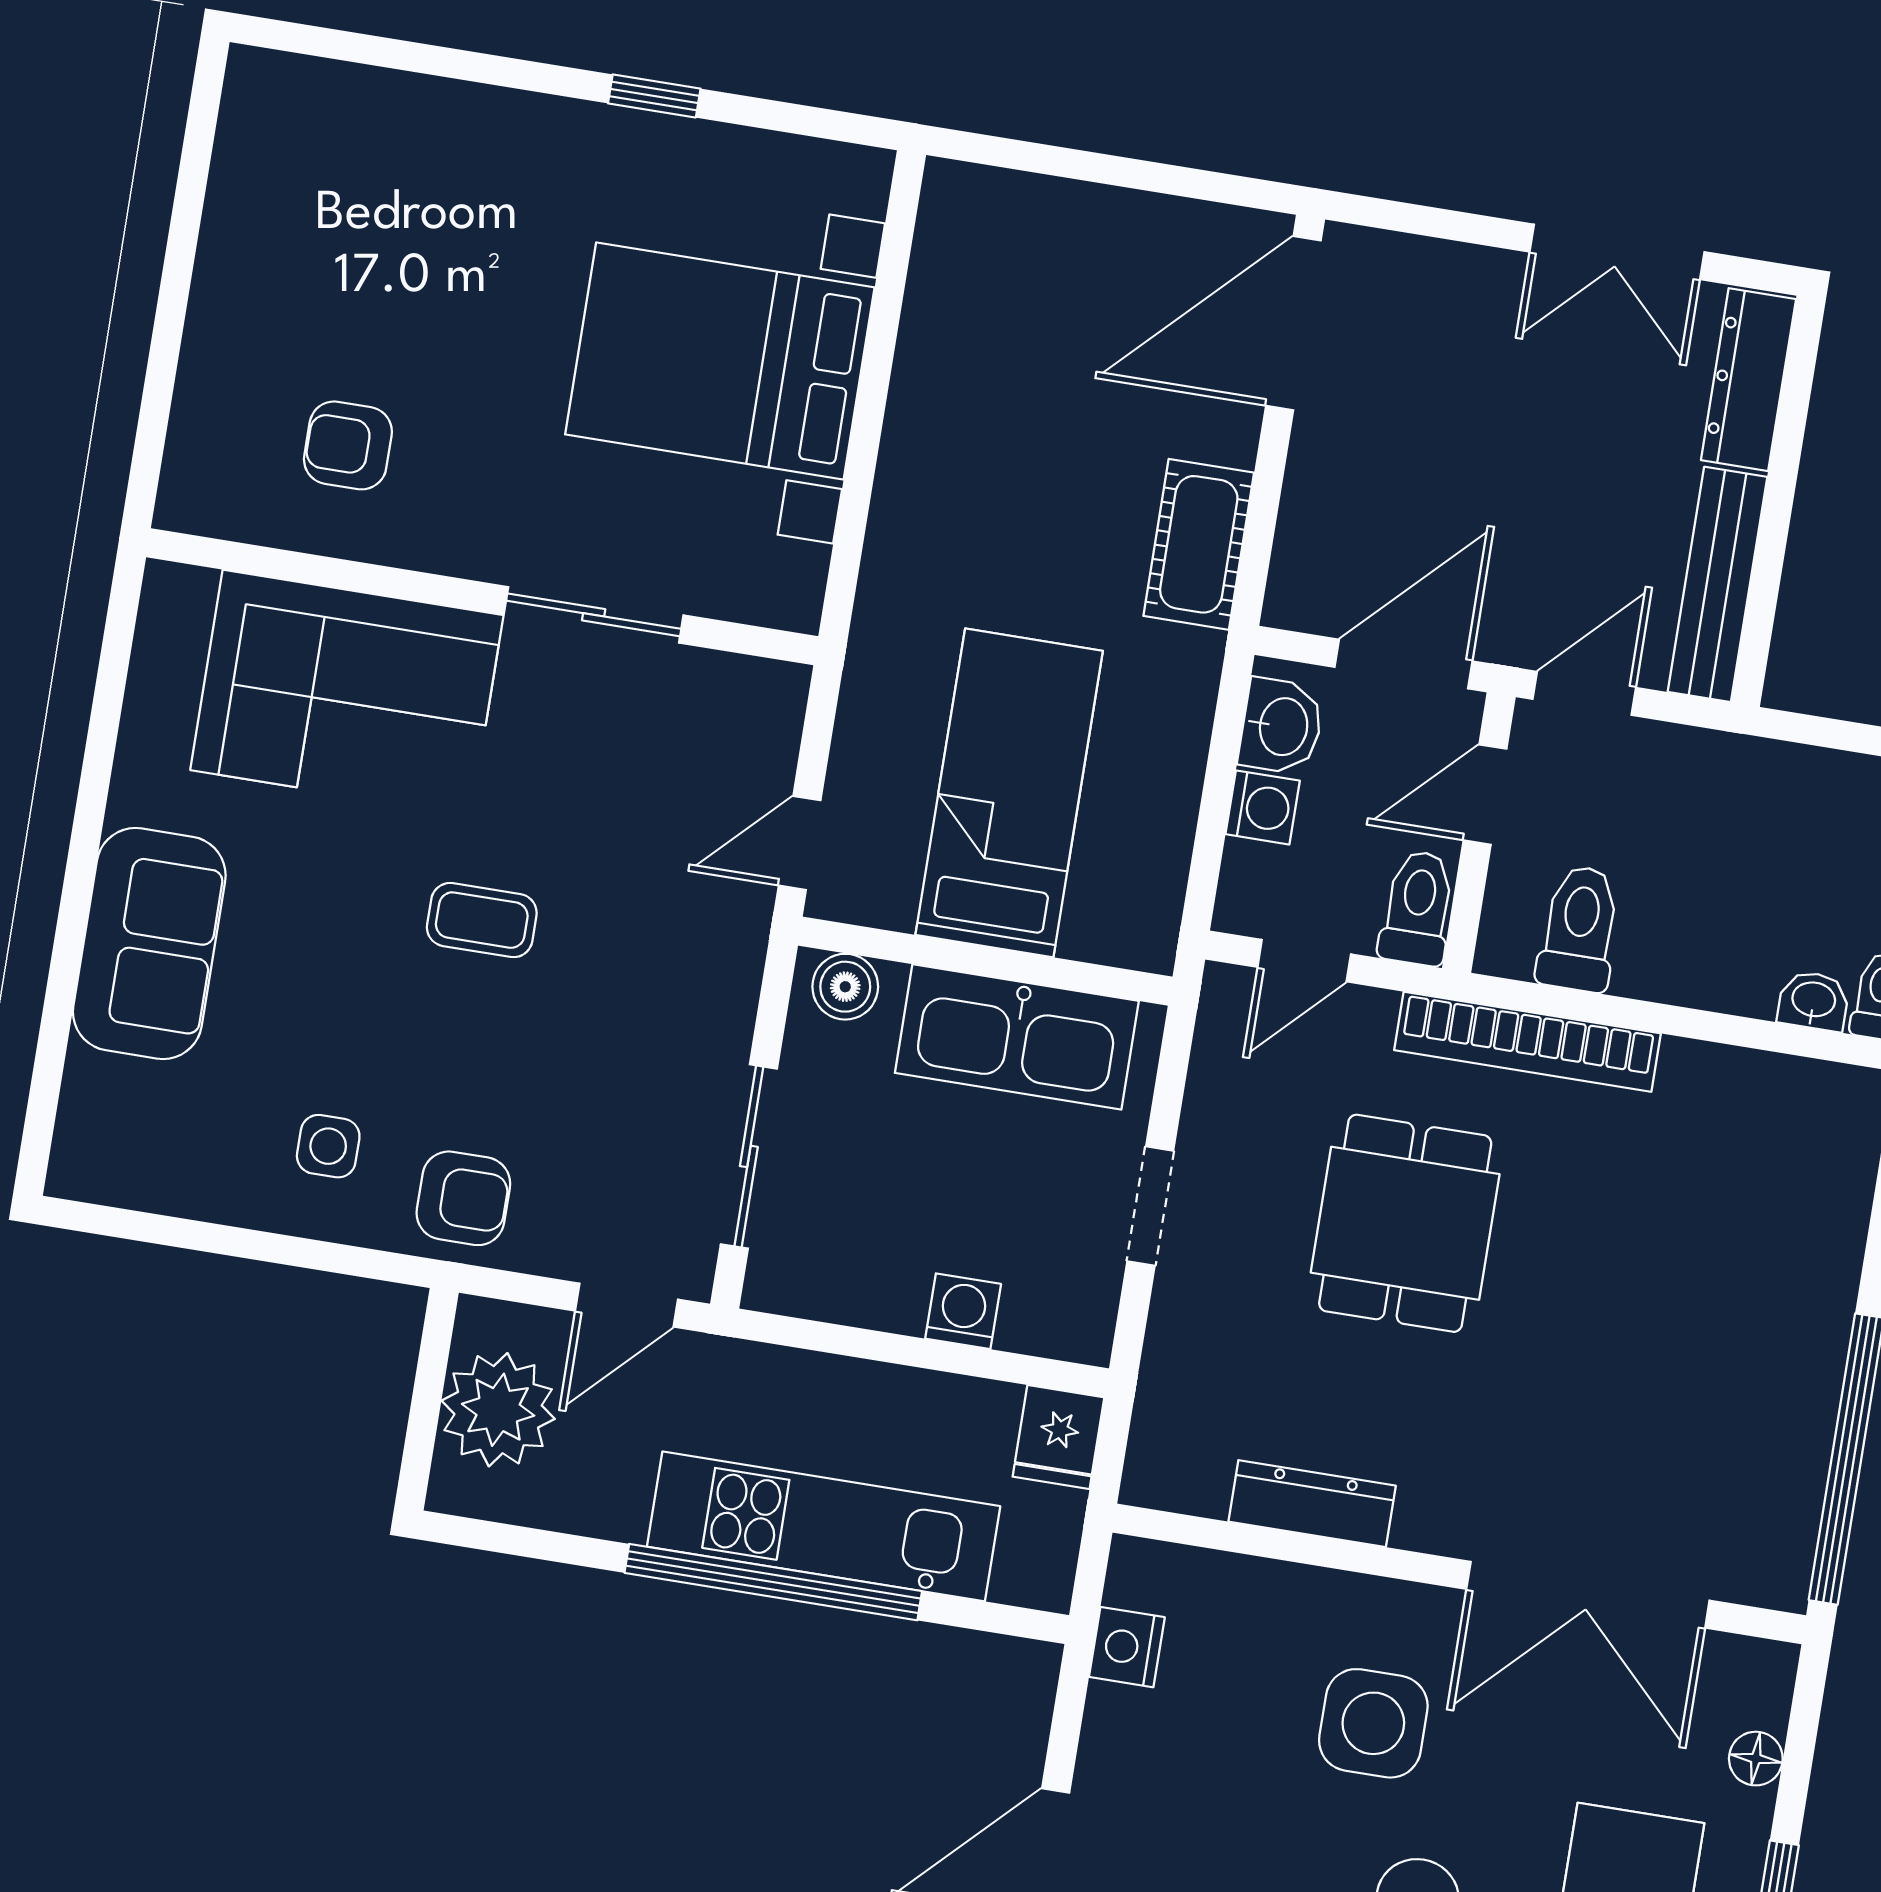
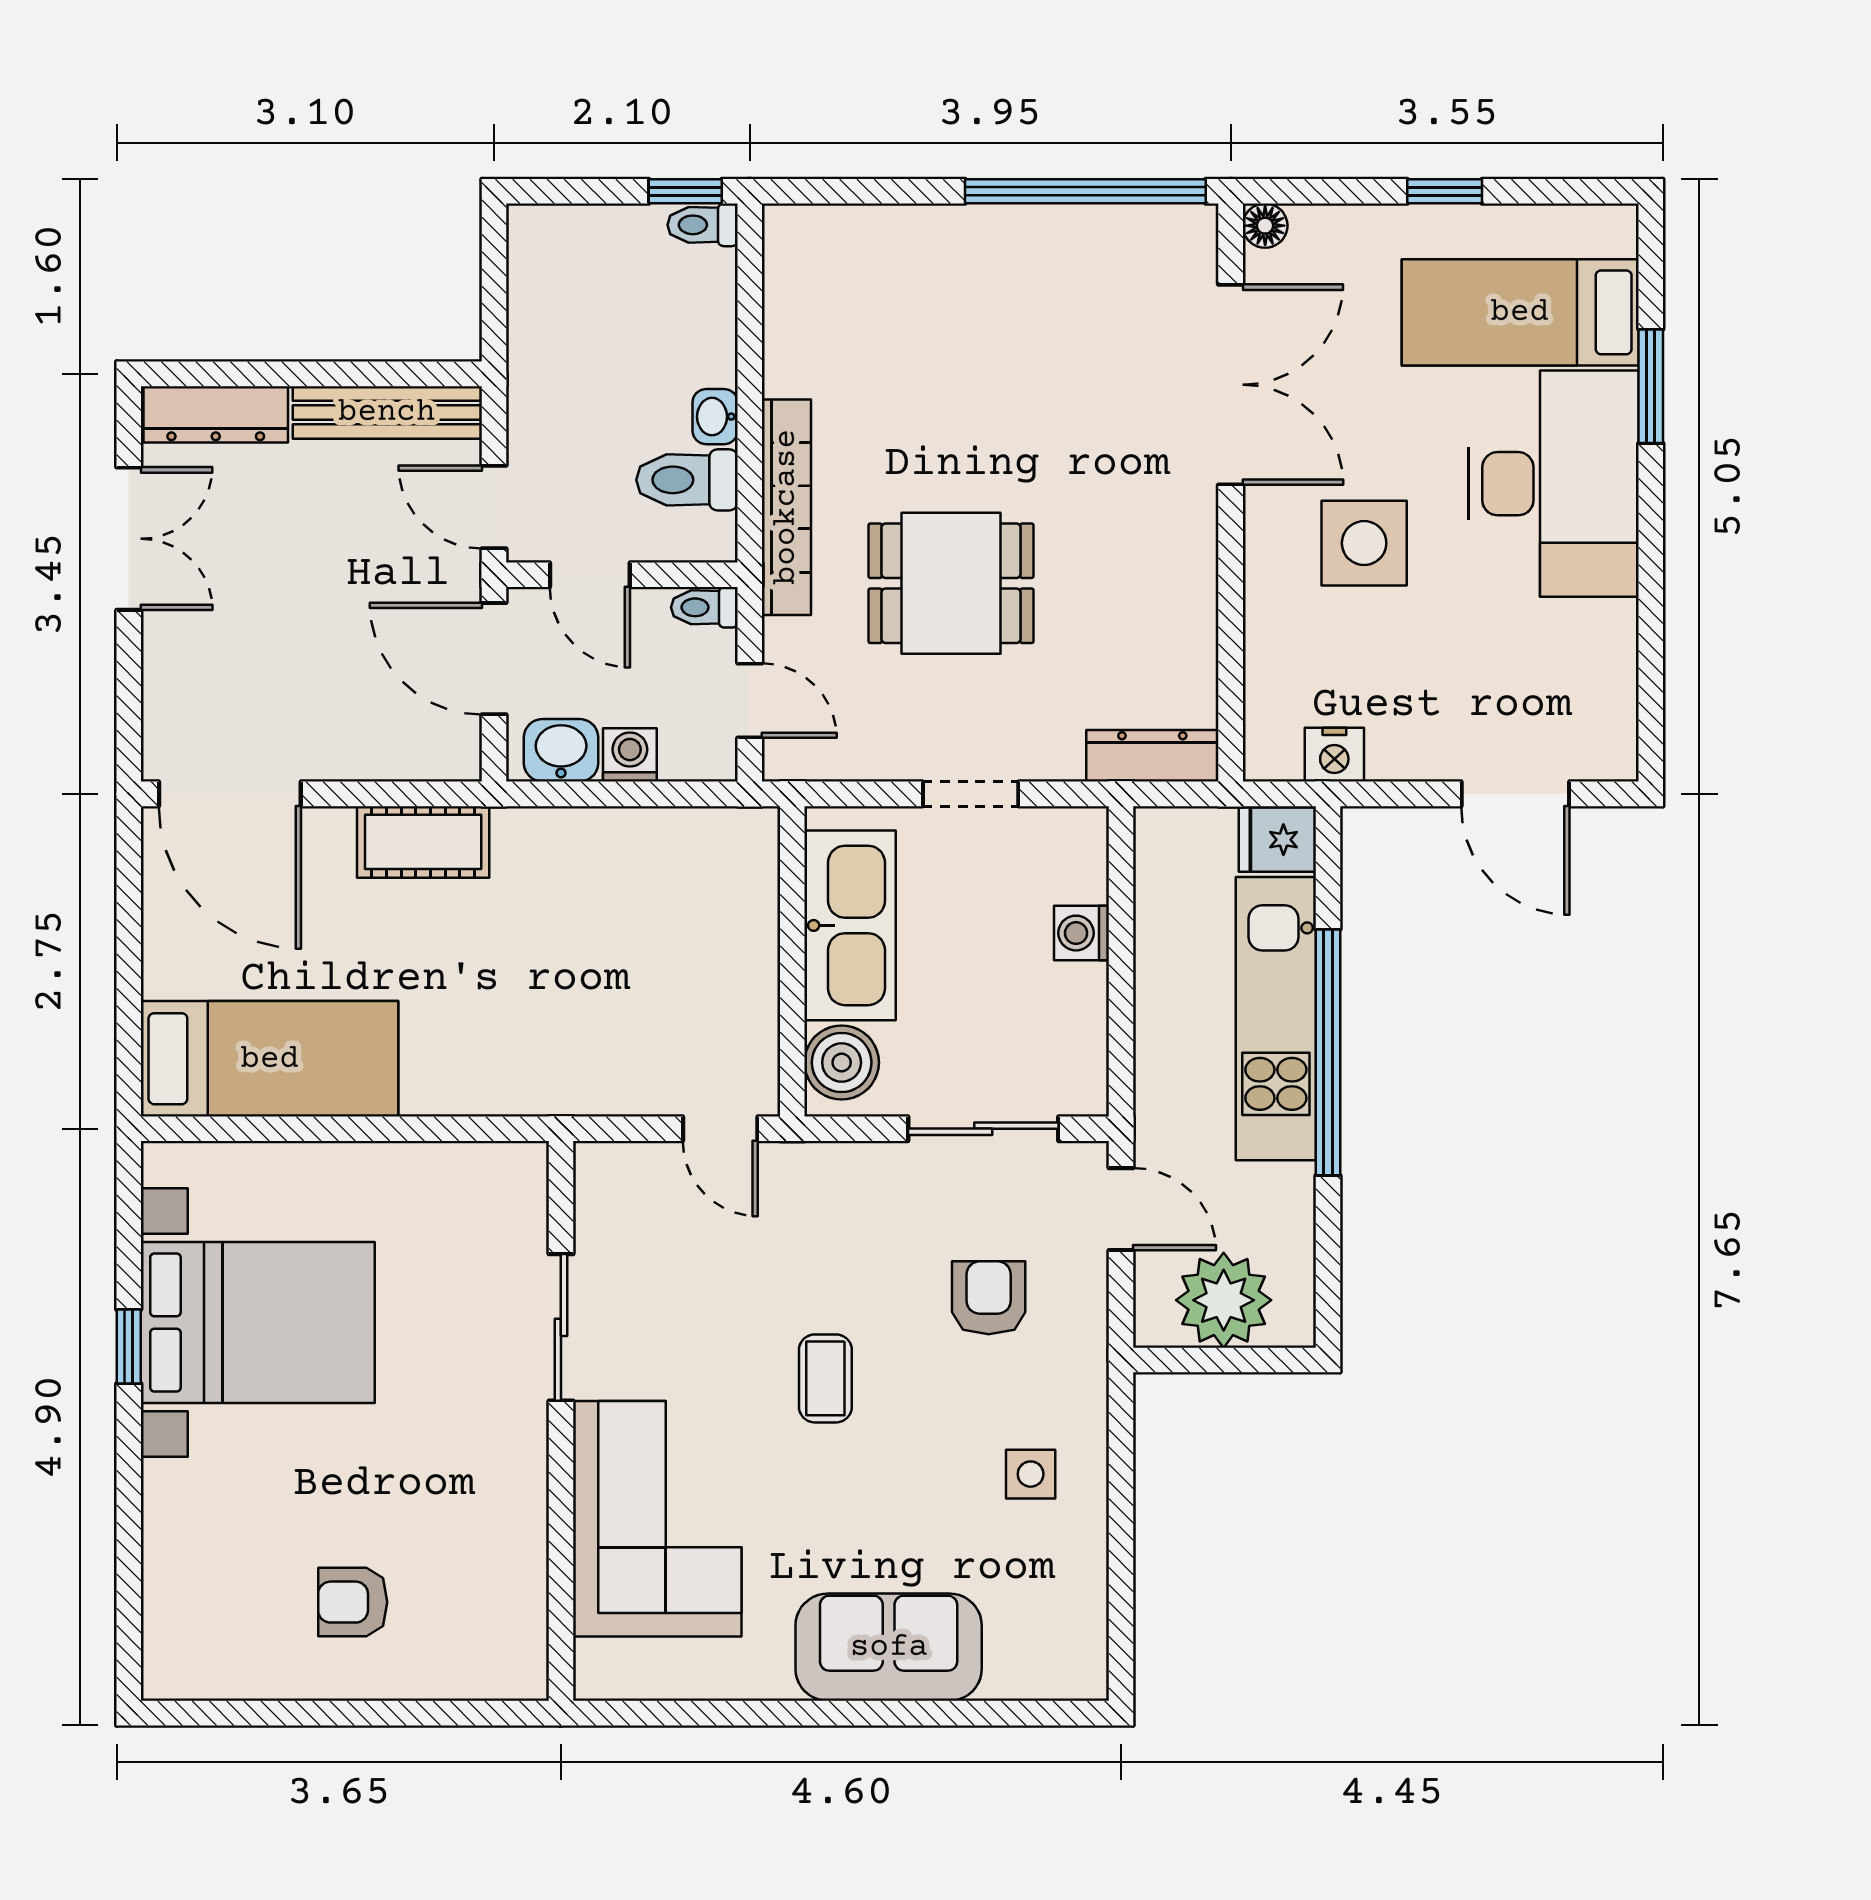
bed with nightstands: (720, 361) -> (258, 1322), moved, turned -90
armchair: (348, 445) -> (353, 1602), moved, turned 90
bed: (1009, 793) -> (270, 1059), moved, turned 180
toilet: (1418, 908) -> (704, 607), width x0.73, depth x0.72
boiler: (845, 987) -> (842, 1062), width x1.36, depth x1.36
washbasin: (1813, 1001) -> (715, 417), moved
armchair: (463, 1198) -> (989, 1298), moved
fridge: (1059, 1437) -> (1277, 840), moved, turned 180
dresser: (1312, 1504) -> (1152, 756), moved, turned 90
floor lamp: (1756, 1759) -> (1265, 226), moved

